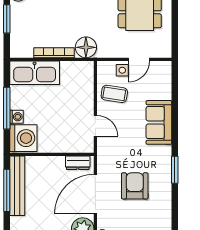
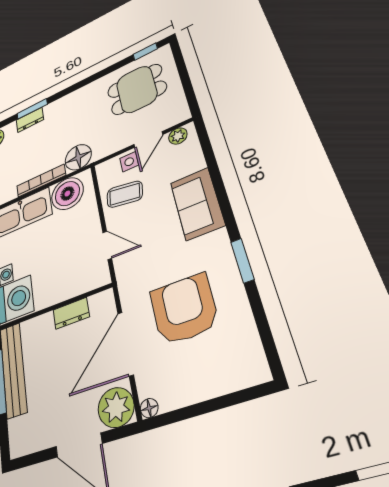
plant: (159, 67) -> (178, 136), added
boiler: (73, 74) -> (67, 194), added
dresser: (78, 163) -> (71, 313), moved
armchair: (135, 186) -> (184, 309), width x1.36, depth x1.36

